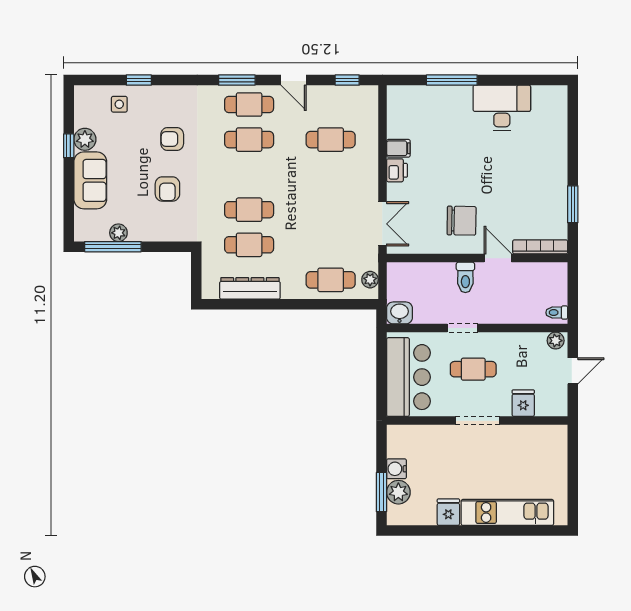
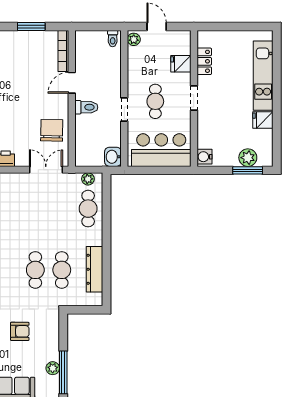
chair: (462, 221) -> (52, 130), moved
doorway: (478, 421) -> (194, 98), width x0.73
locker: (526, 434) -> (204, 61), added
water cooler: (396, 469) -> (204, 157), moved, turned 90

